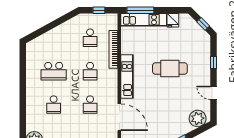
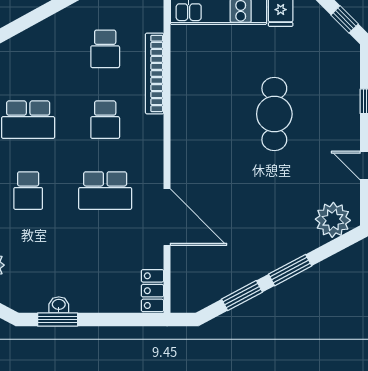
cafe table: (170, 68) -> (274, 114), turned 90
kitchen unit: (127, 77) -> (183, 131), removed
school desk: (90, 105) -> (105, 191), width x1.85

